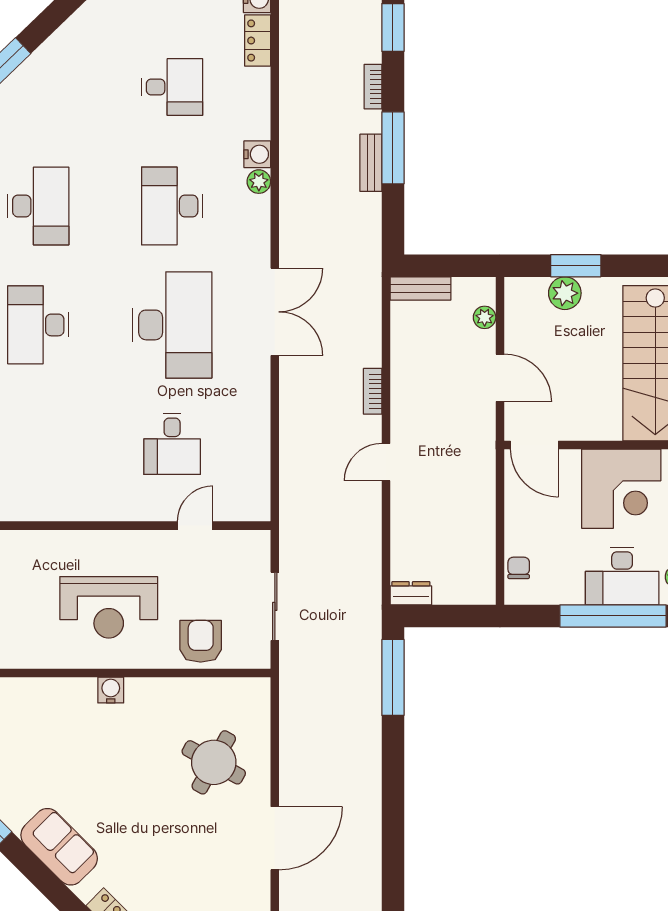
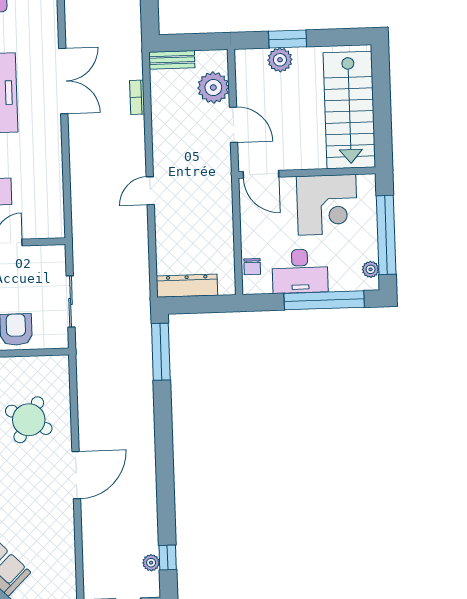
plant: (485, 317) -> (213, 87), width x1.87, depth x1.87
bookcase: (373, 391) -> (137, 97), moved
chair: (519, 568) -> (252, 267), turned 180
desk: (622, 576) -> (300, 271), moved
dresser: (411, 593) -> (187, 286), width x1.96, depth x1.24

